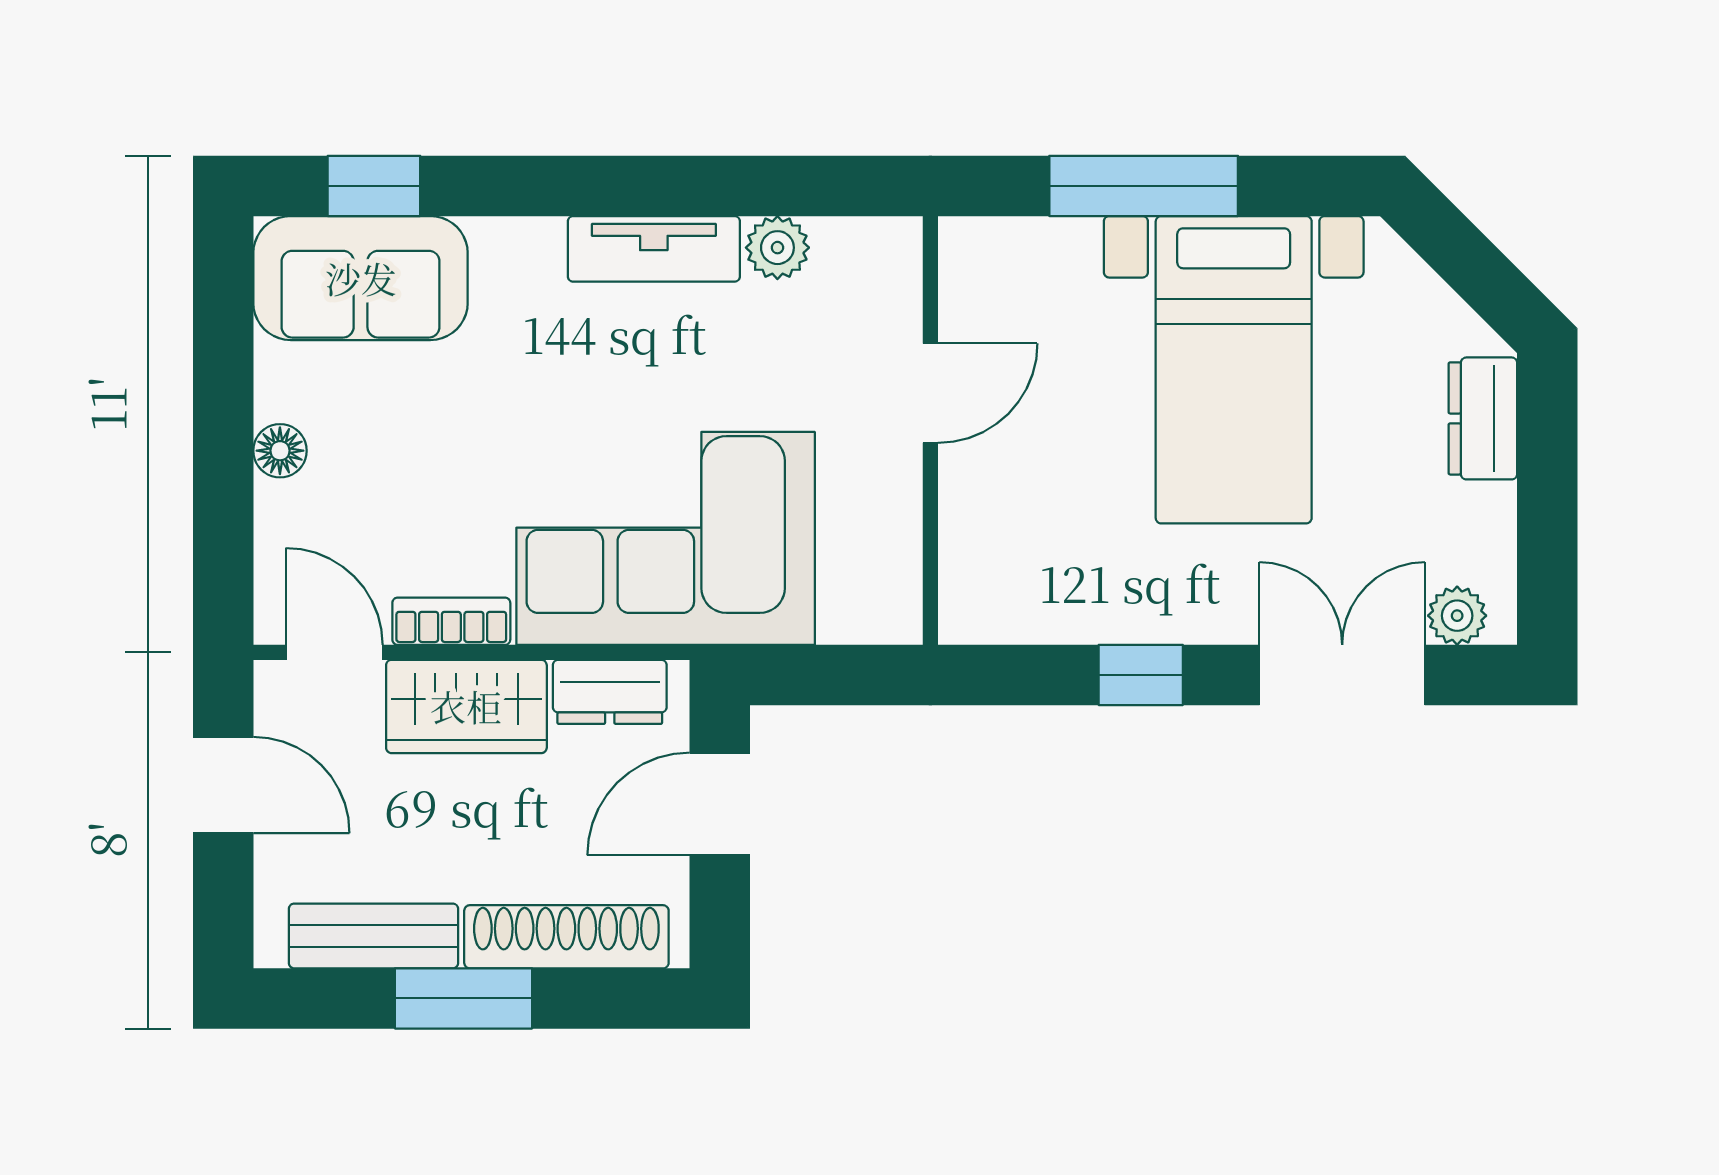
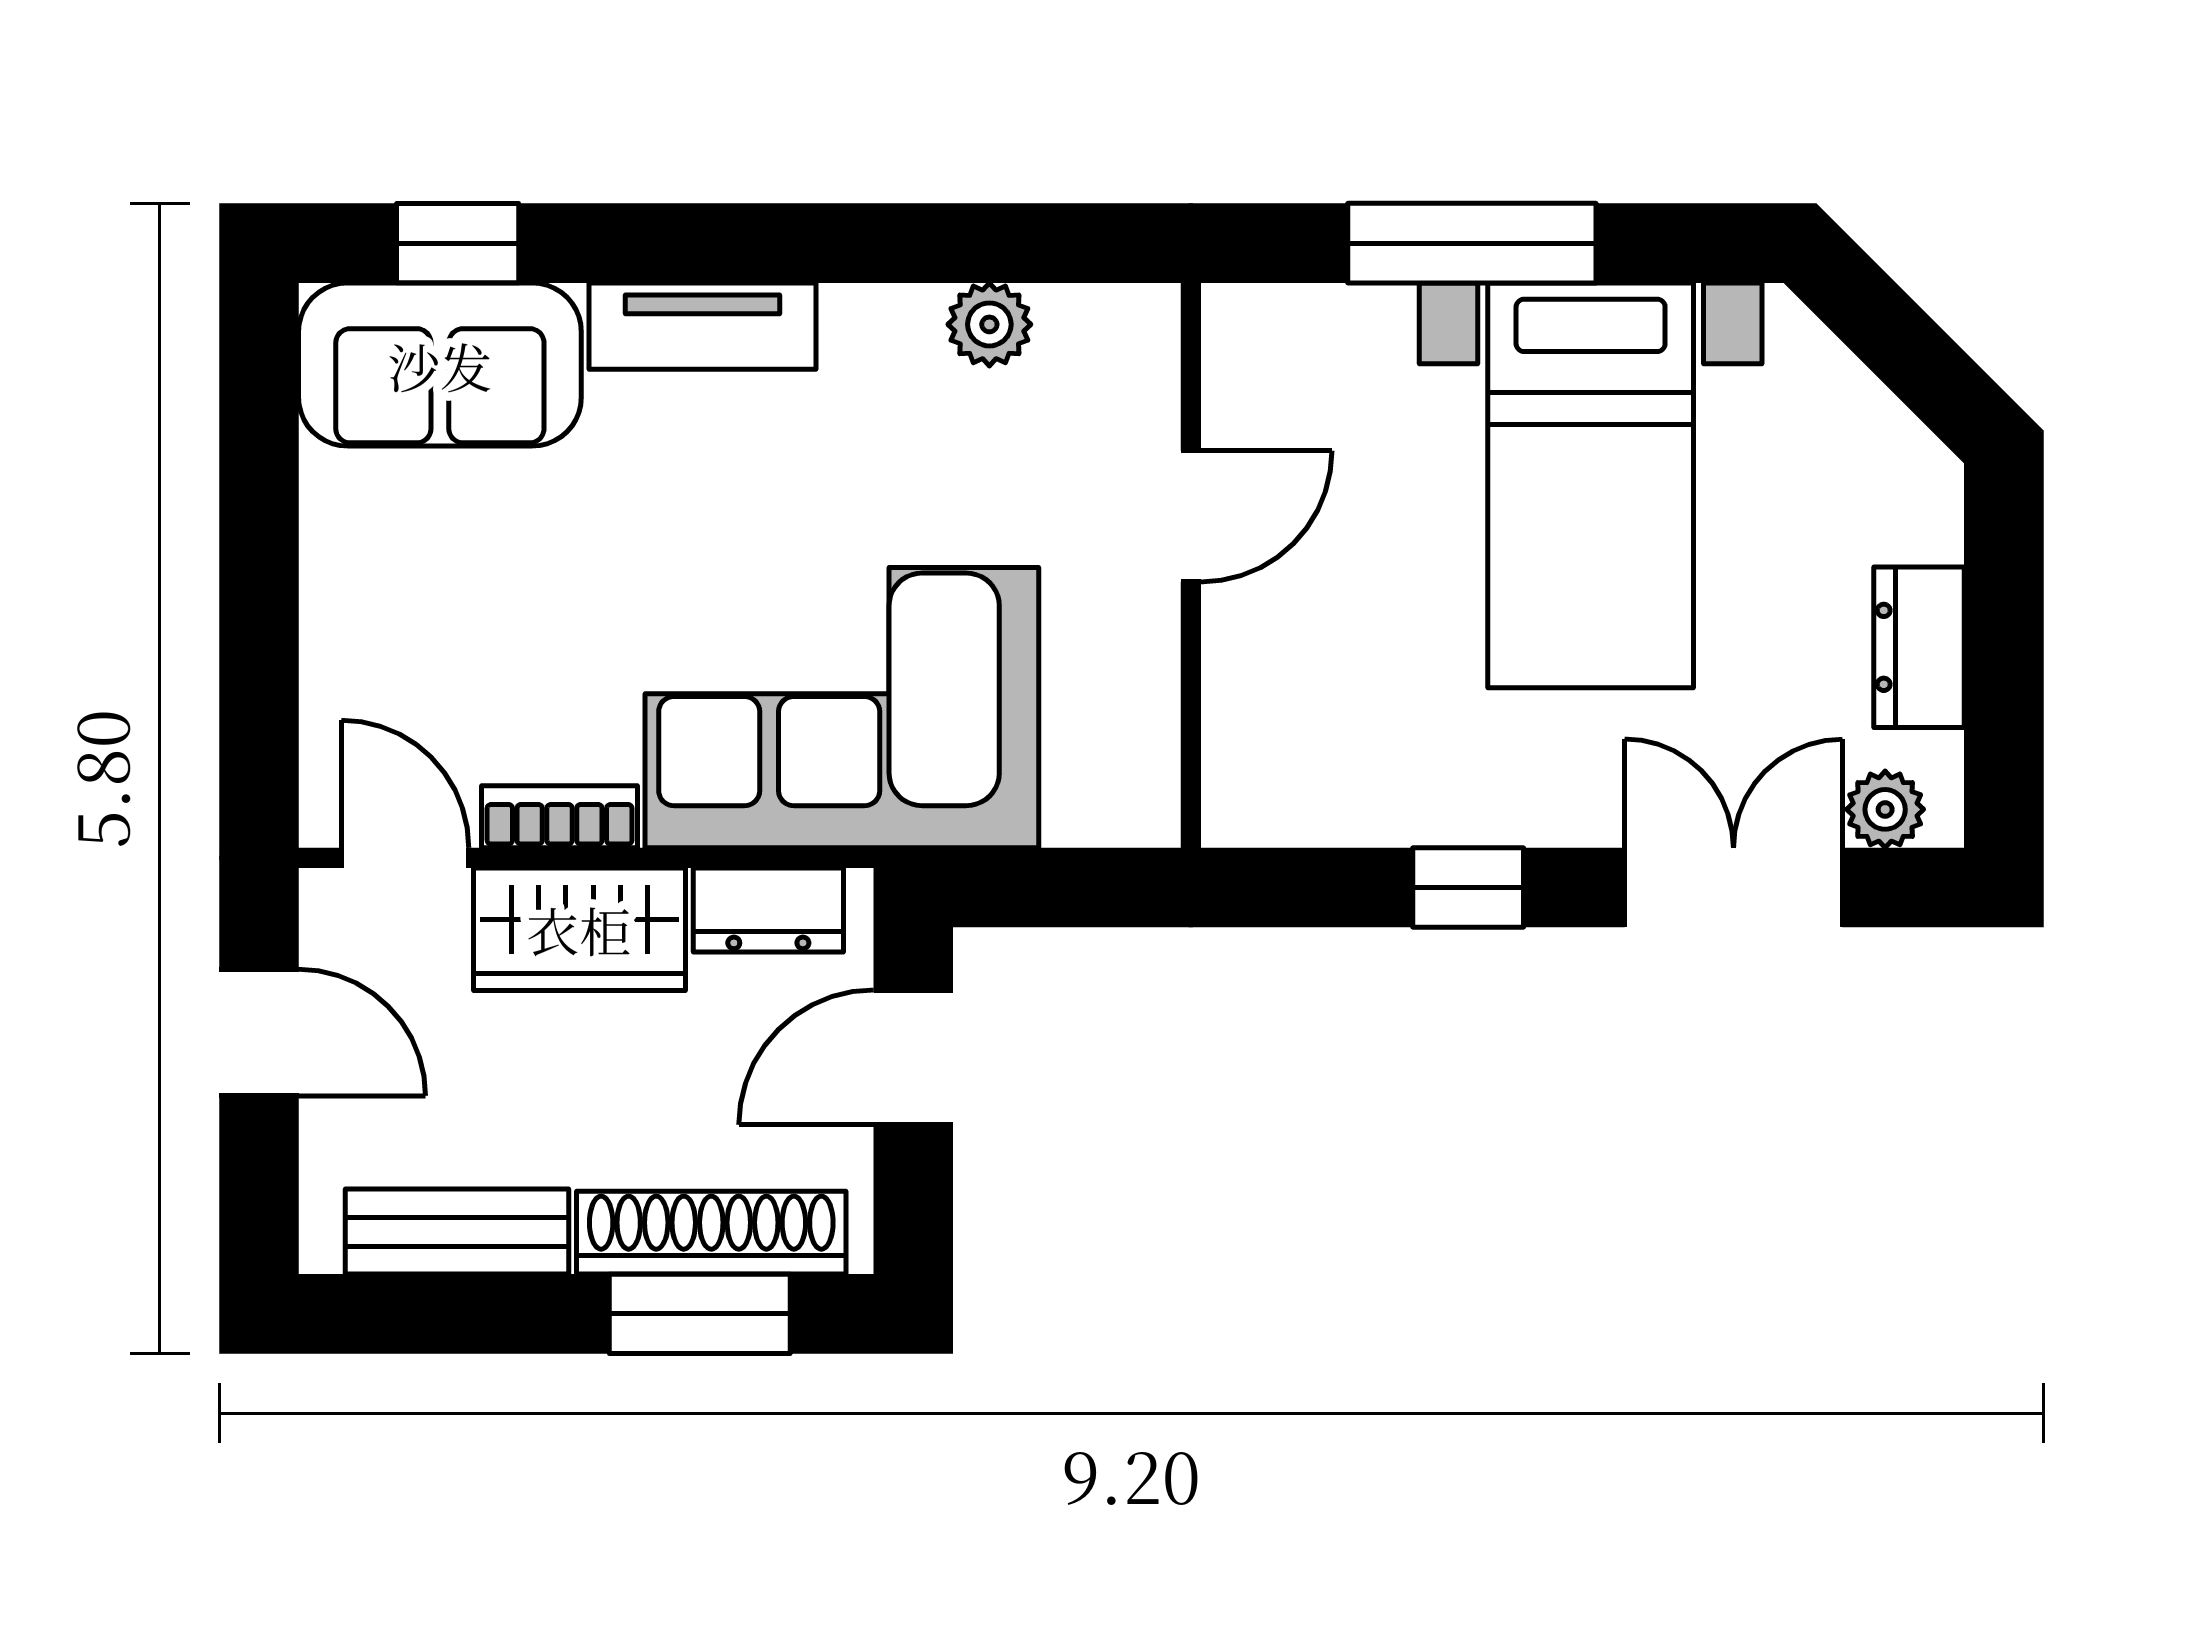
tv unit: (654, 249) -> (703, 326), moved
dresser: (1483, 418) -> (1919, 647), moved
floor lamp: (280, 451) -> (334, 592), removed
window: (463, 998) -> (700, 1314), moved

